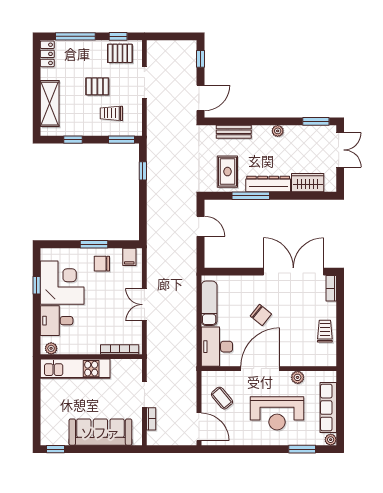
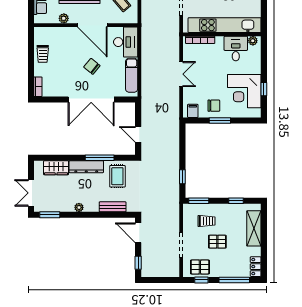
door: (201, 98) -> (138, 233), hinge flipped
double door: (293, 272) -> (91, 100), moved
desk: (57, 321) -> (236, 49), moved, turned -90
kitchen unit: (75, 369) -> (225, 25), width x1.36
door: (260, 369) -> (92, 25), hinge flipped

